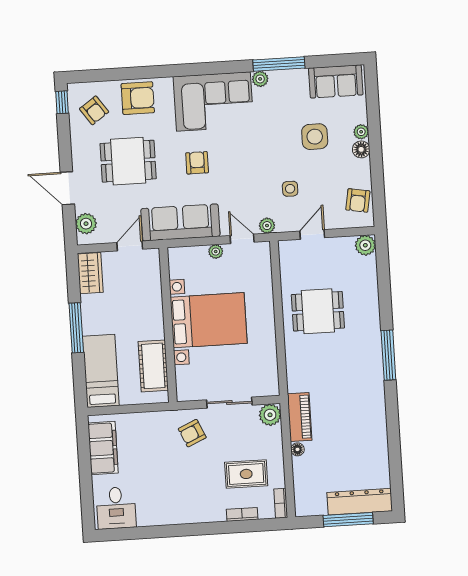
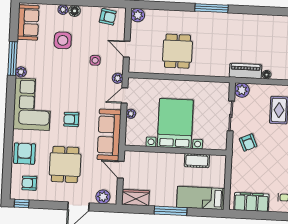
armchair: (94, 110) -> (29, 183), turned -145
cot: (153, 366) -> (197, 161), width x0.73, depth x0.75

